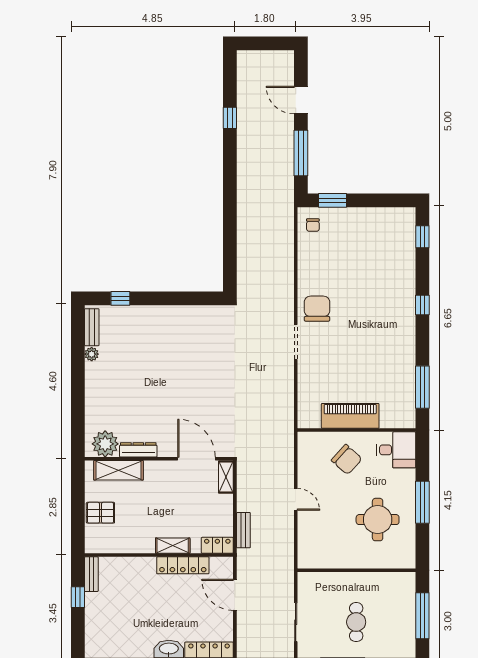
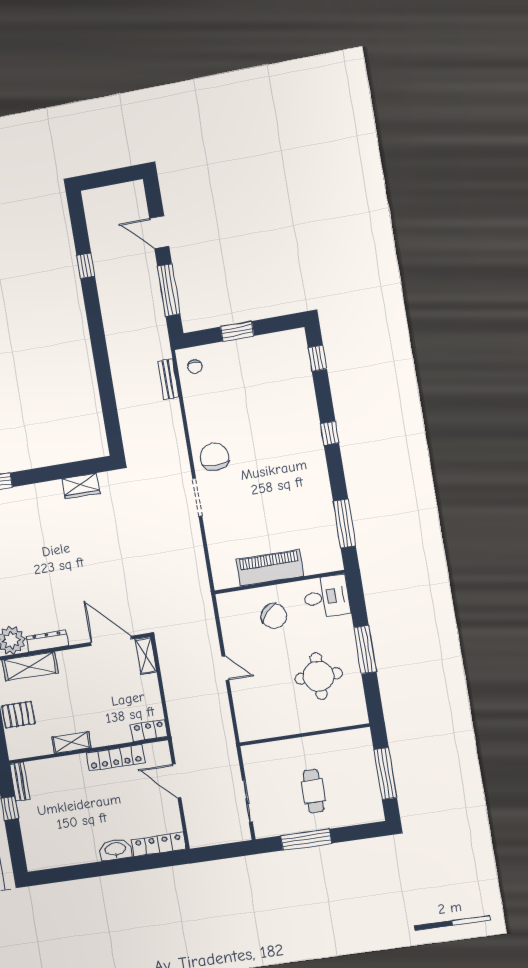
window: (333, 200) -> (237, 331), moved
wardrobe: (193, 314) -> (81, 486), added
bench: (243, 530) -> (168, 379), moved
shelving: (173, 546) -> (71, 743), moved

